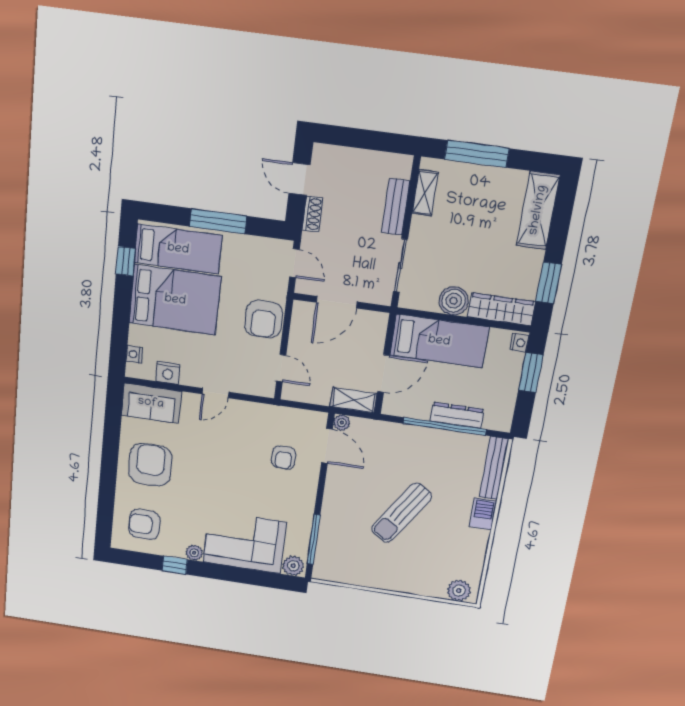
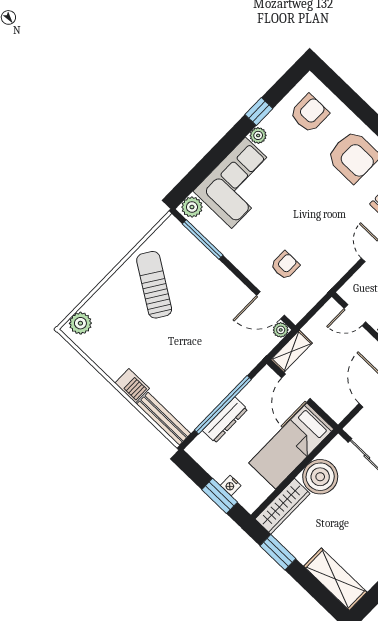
boiler: (454, 301) -> (320, 477), width x1.37, depth x1.37
nightstand: (519, 343) -> (231, 485), moved
armchair: (284, 457) -> (285, 265), turned 90
sun lounger: (401, 513) -> (154, 285), moved

